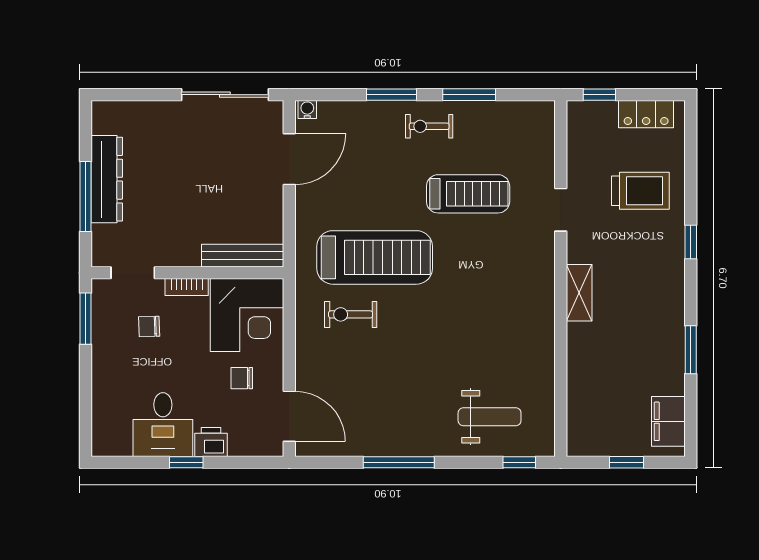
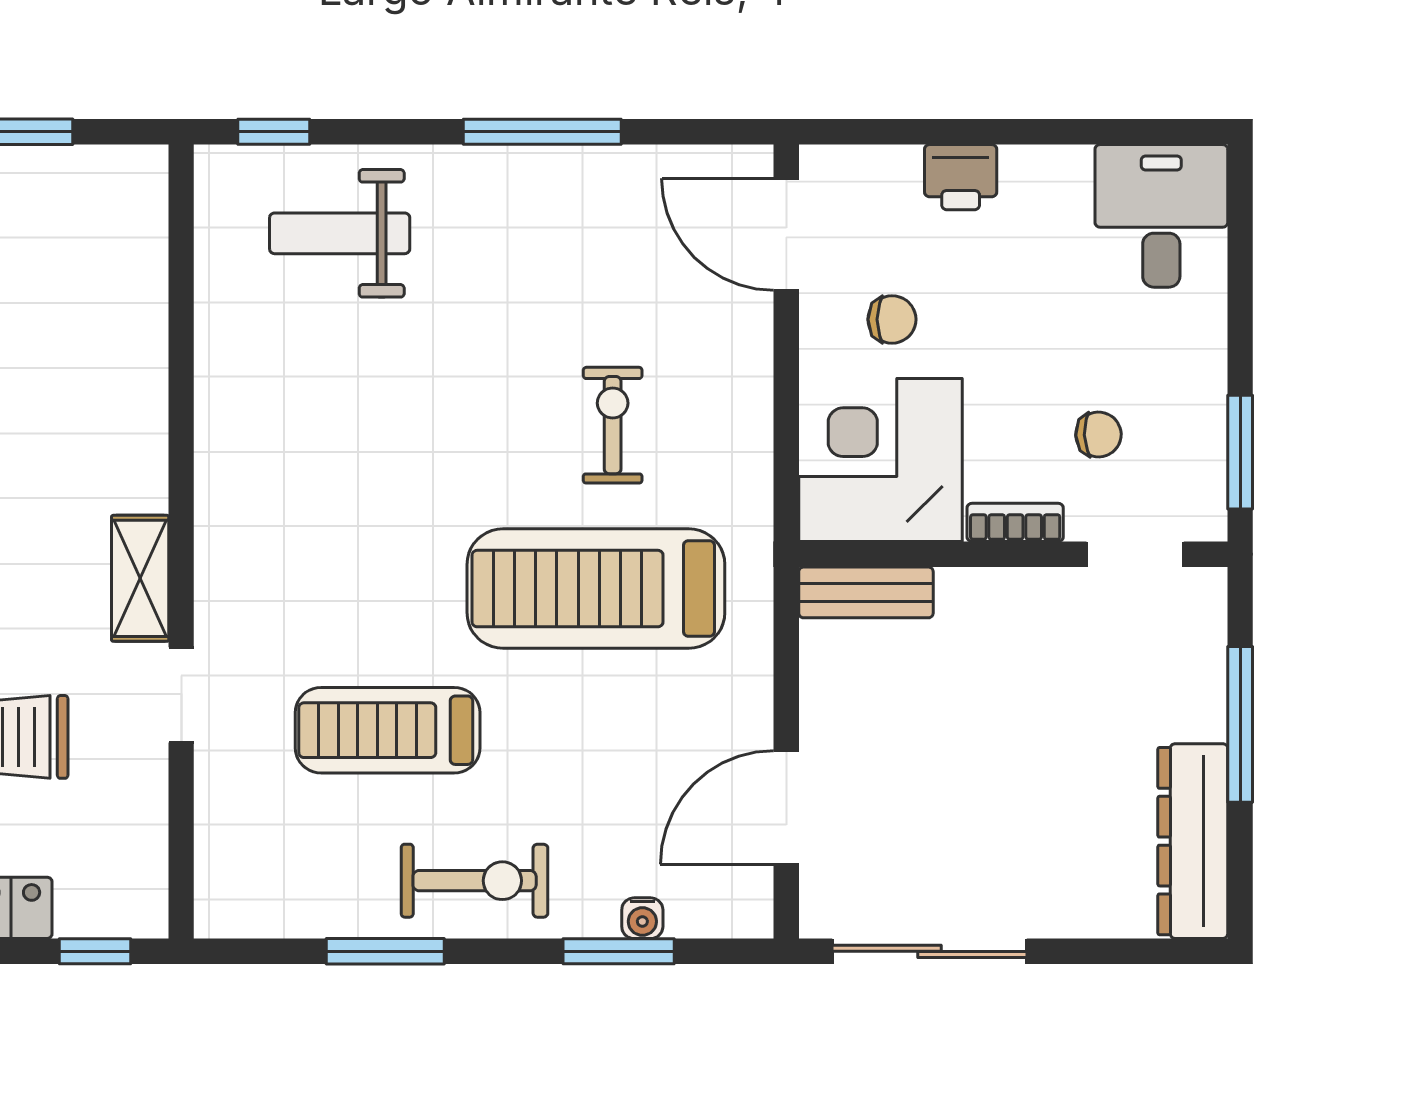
window: (391, 95) -> (619, 951), moved
water cooler: (307, 109) -> (642, 918), moved
exercise bike: (429, 126) -> (475, 881), width x1.38, depth x1.39
dresser: (107, 179) -> (1193, 841), moved
bench: (243, 256) -> (866, 592), width x0.73
shelving: (579, 293) -> (140, 578), moved
exercise bike: (351, 314) -> (613, 425), moved, turned -90
desk: (163, 425) -> (1161, 216), moved
window: (186, 462) -> (1016, 132), removed

